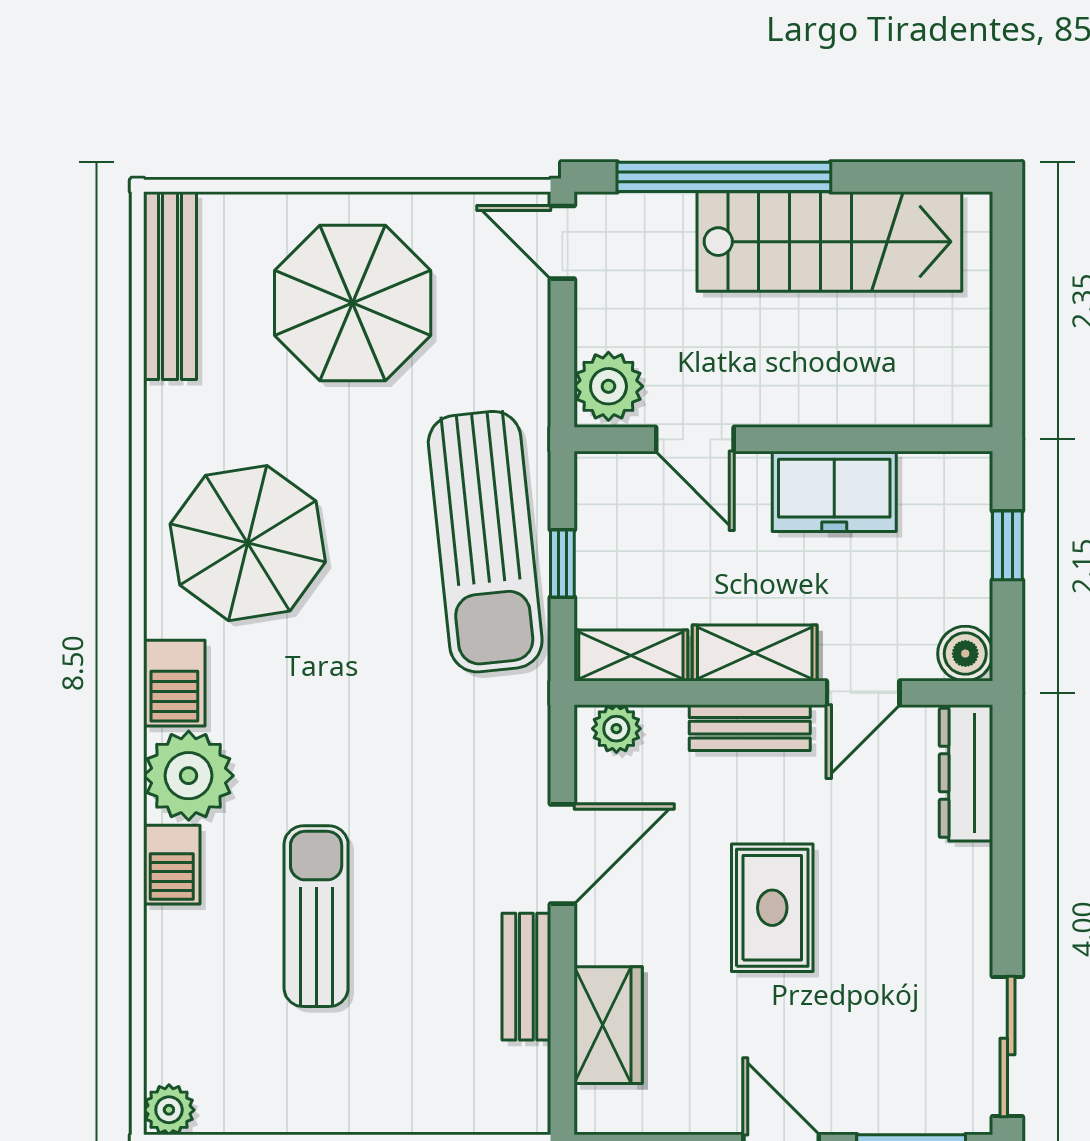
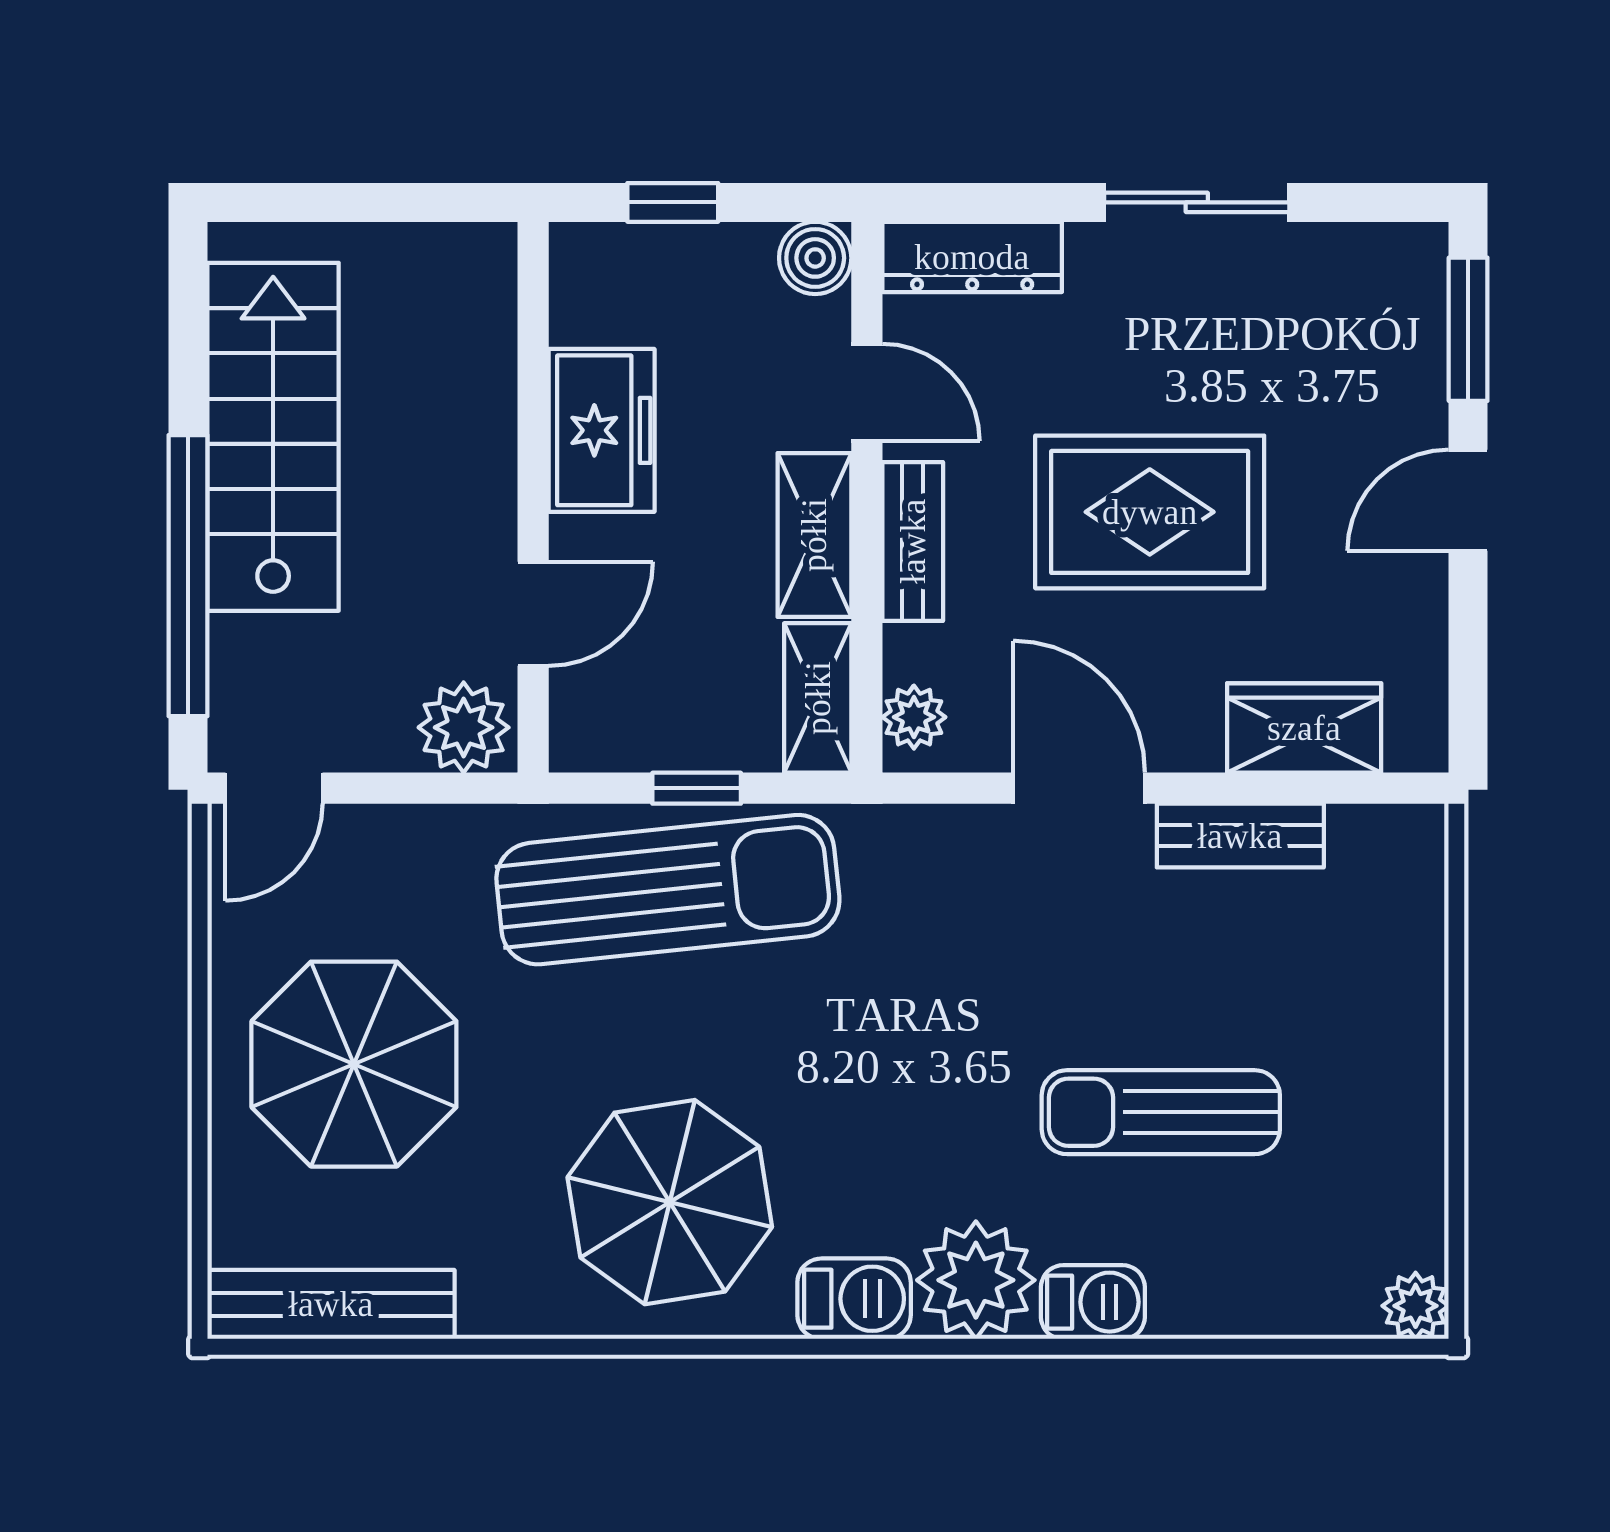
rug: (772, 908) -> (1150, 512), width x1.36, depth x1.43
sliding door: (1007, 1046) -> (1197, 202), moved

